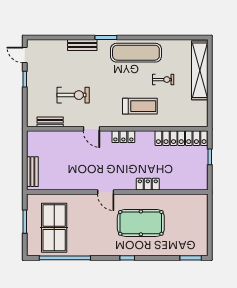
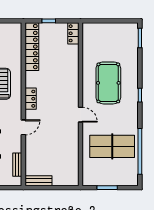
bench: (32, 172) -> (39, 181), moved
locker: (148, 184) -> (73, 33), moved
door: (106, 192) -> (81, 115), hinge flipped
table tennis table: (54, 228) -> (112, 146), moved

